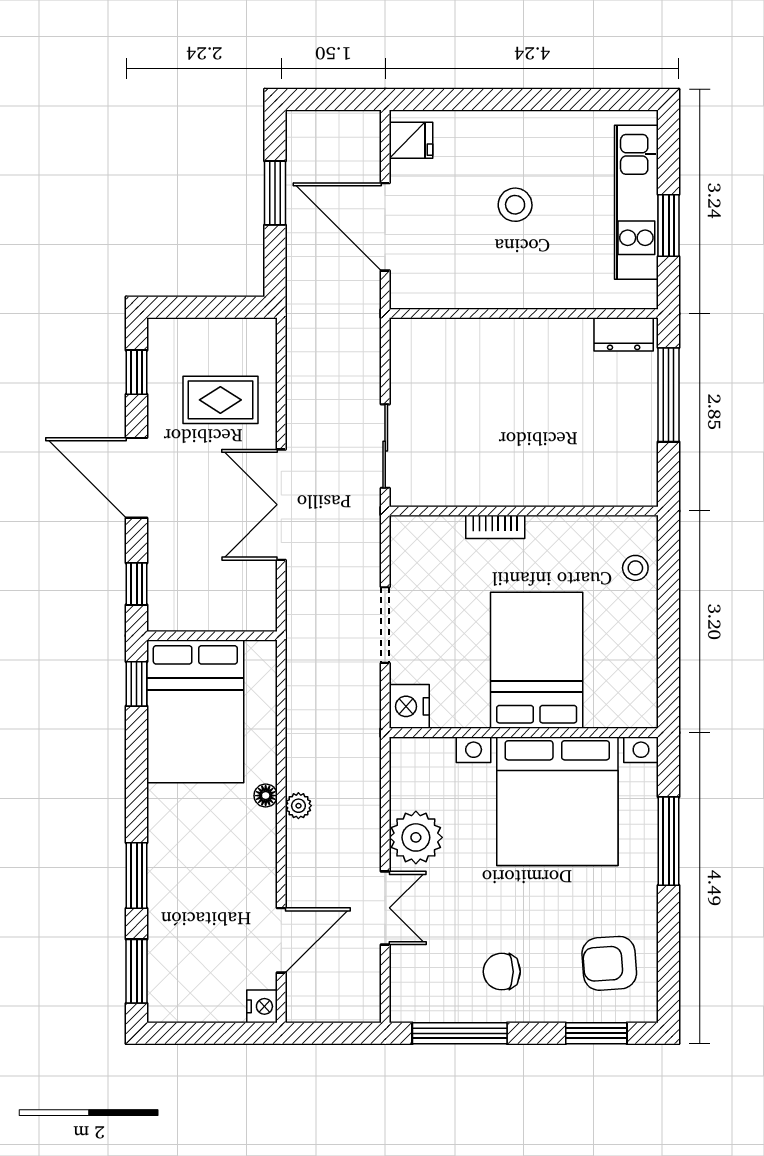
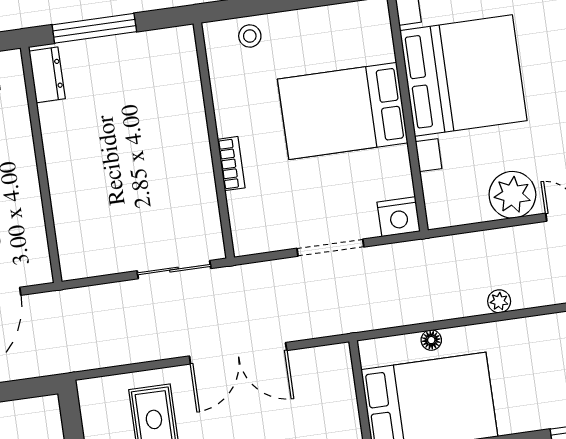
floor lamp: (266, 796) -> (431, 340), moved

